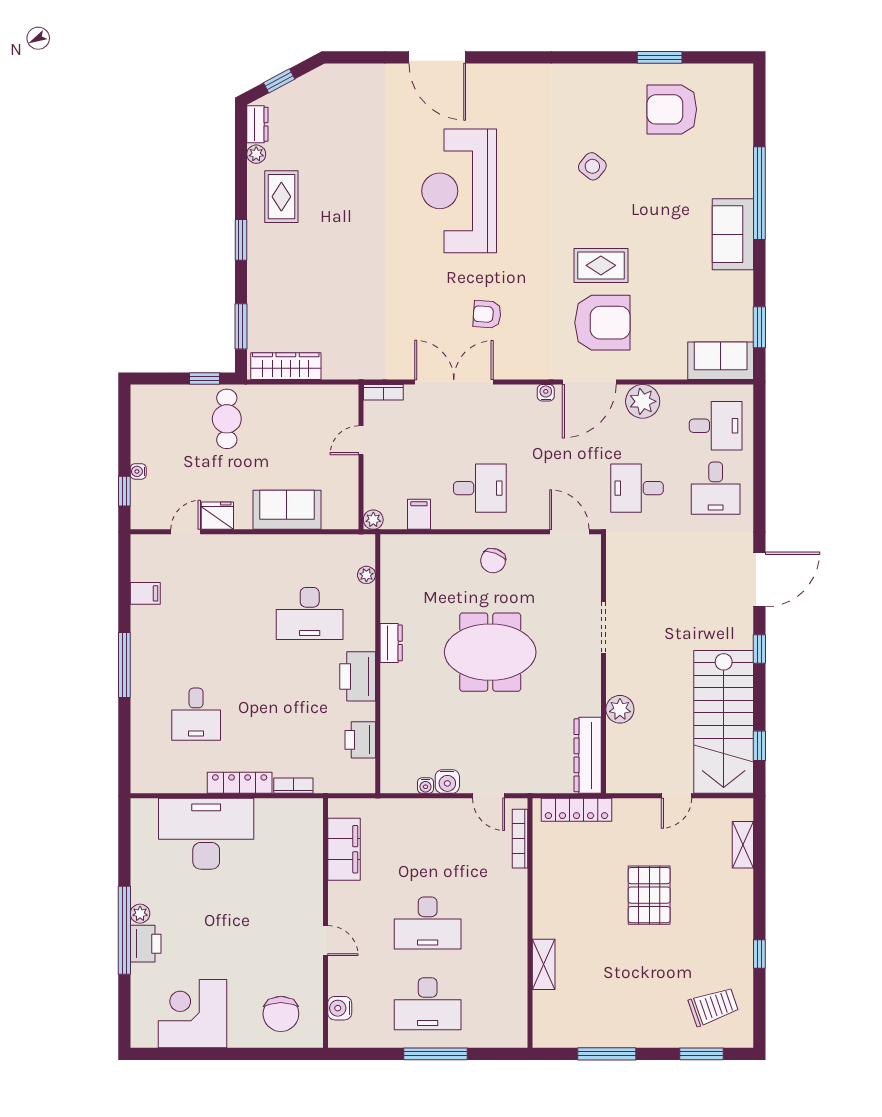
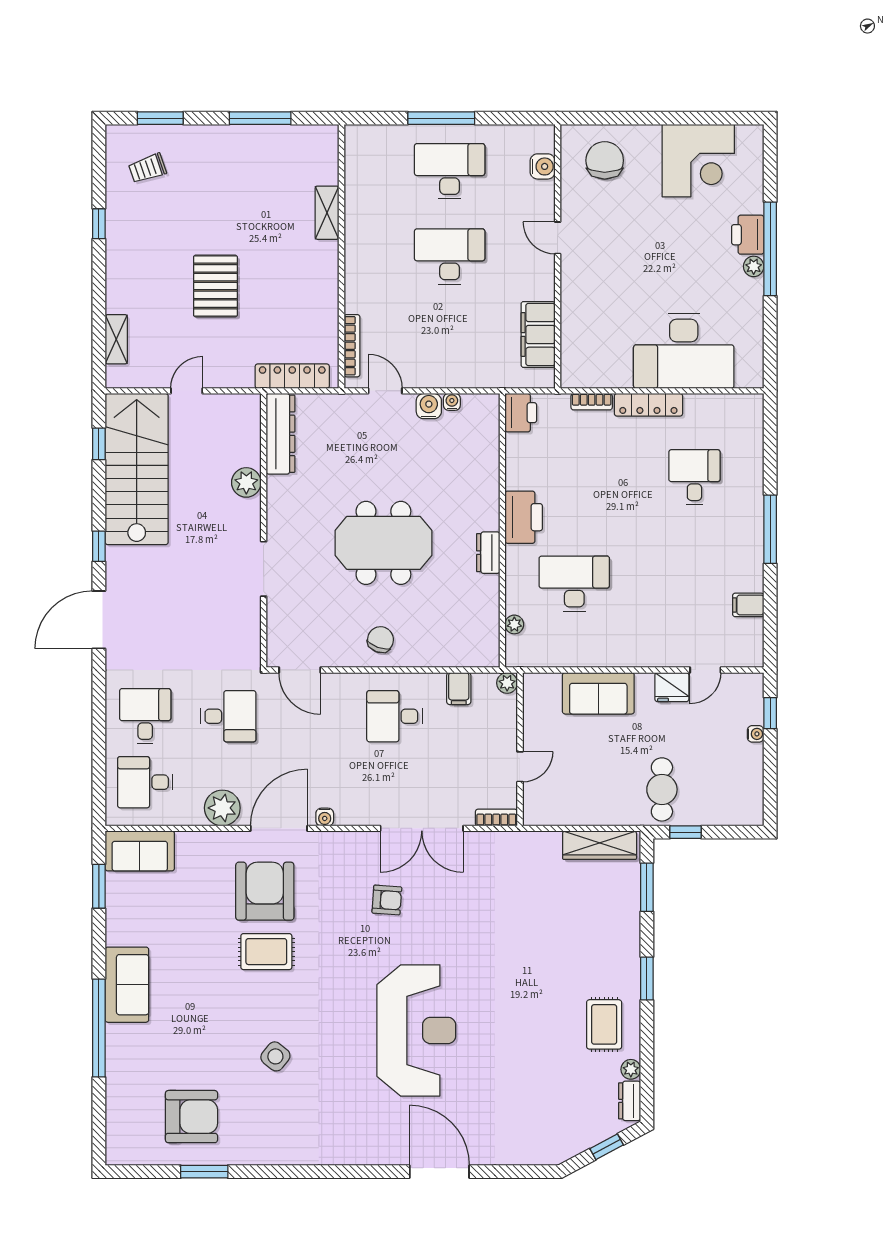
armchair: (602, 323) -> (265, 891), turned 90
printer: (360, 740) -> (521, 413), moved
trolley: (713, 1006) -> (147, 168), width x0.73, depth x0.72

